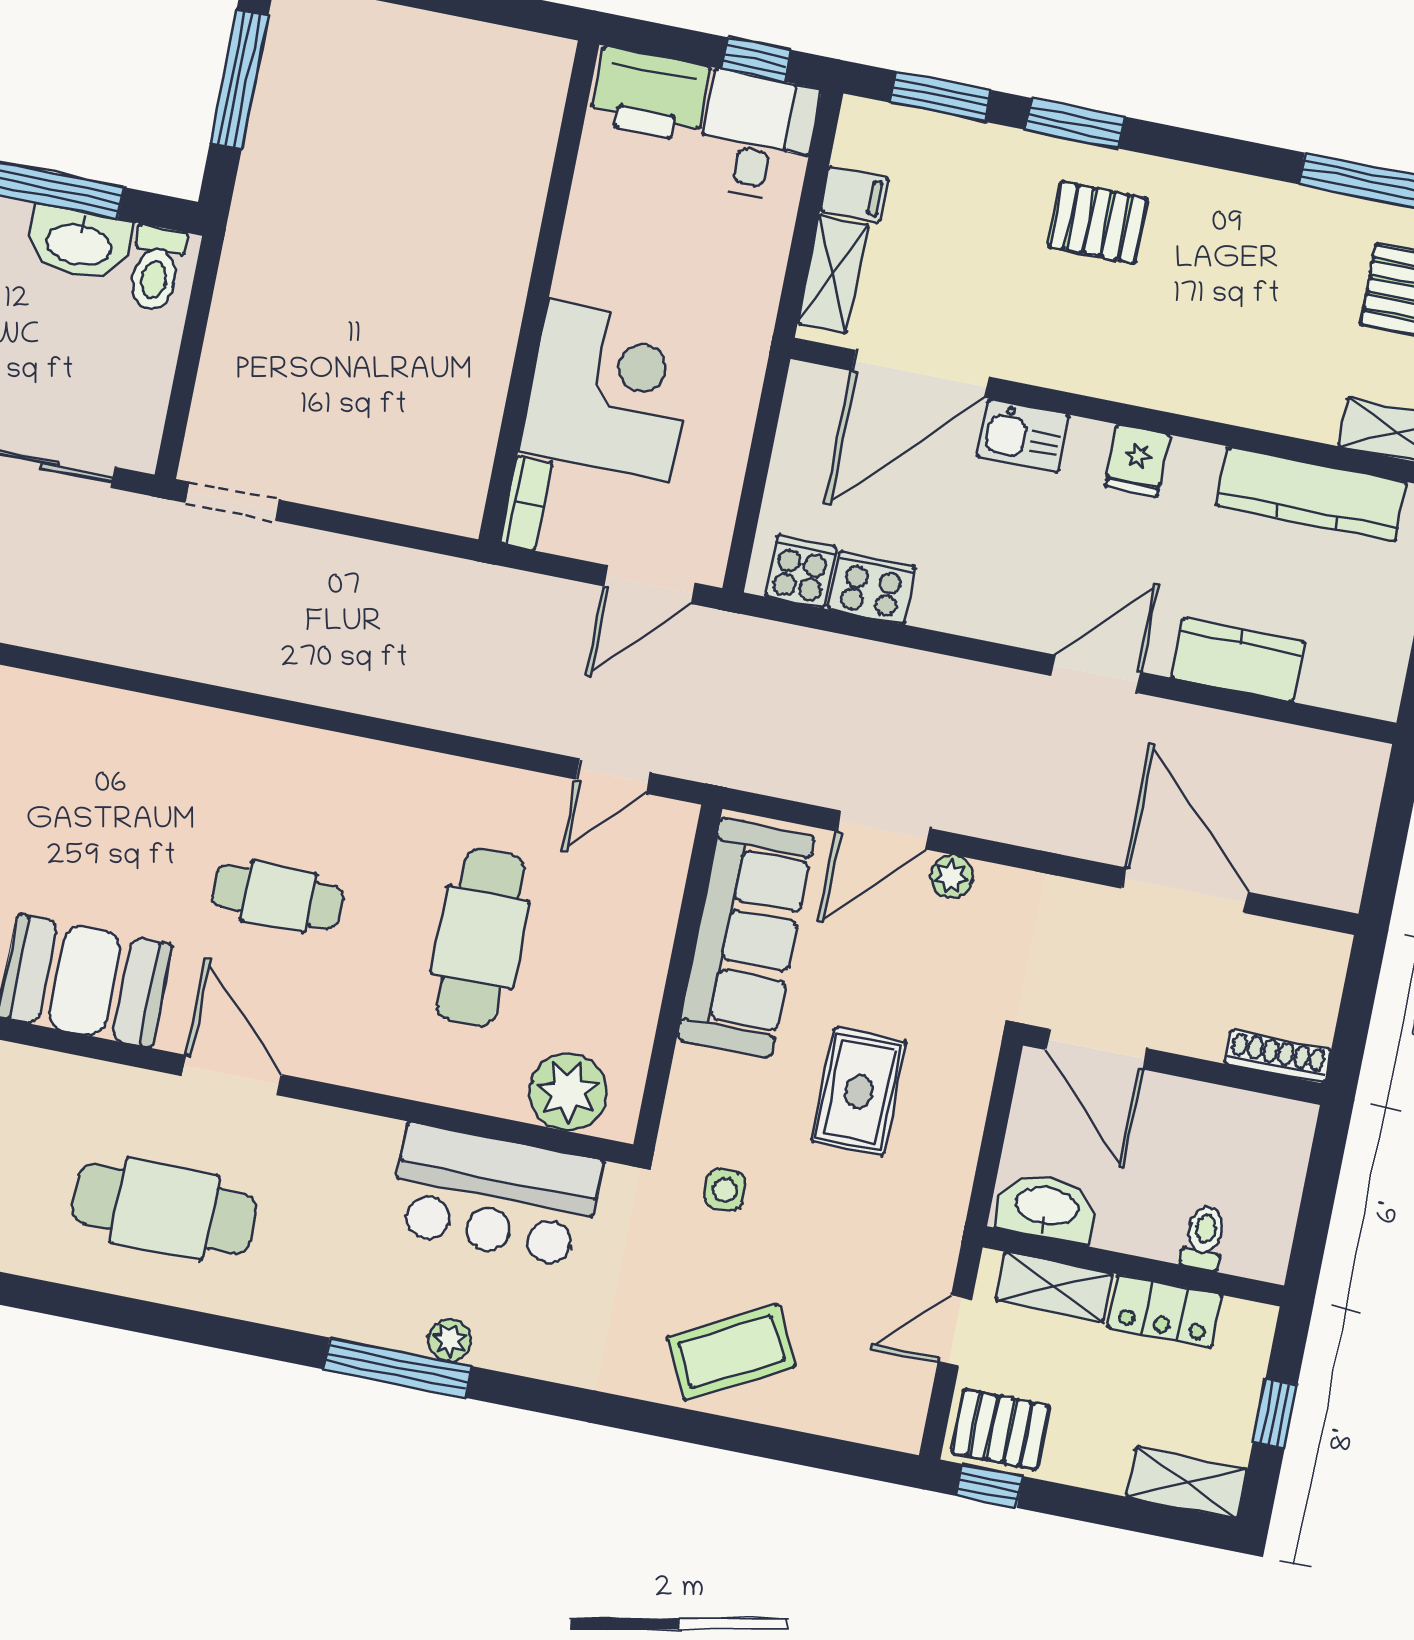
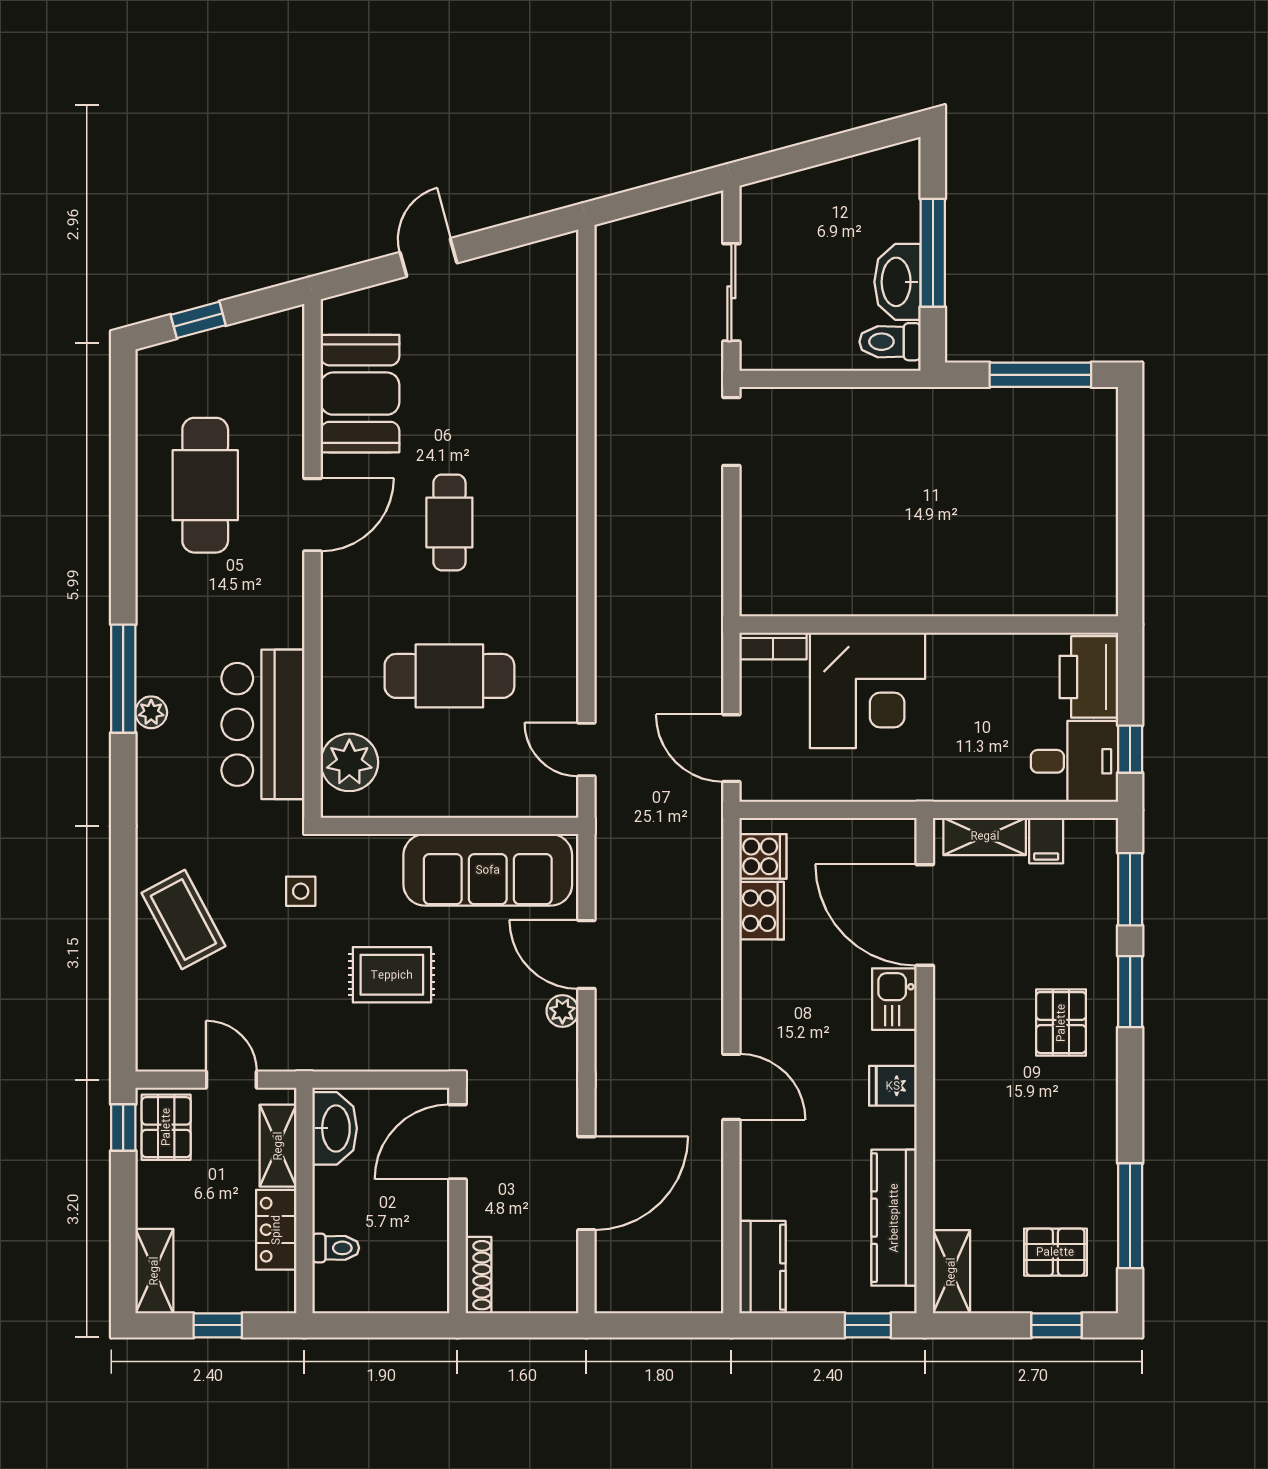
kitchen counter: (1238, 659) -> (763, 1267), moved

